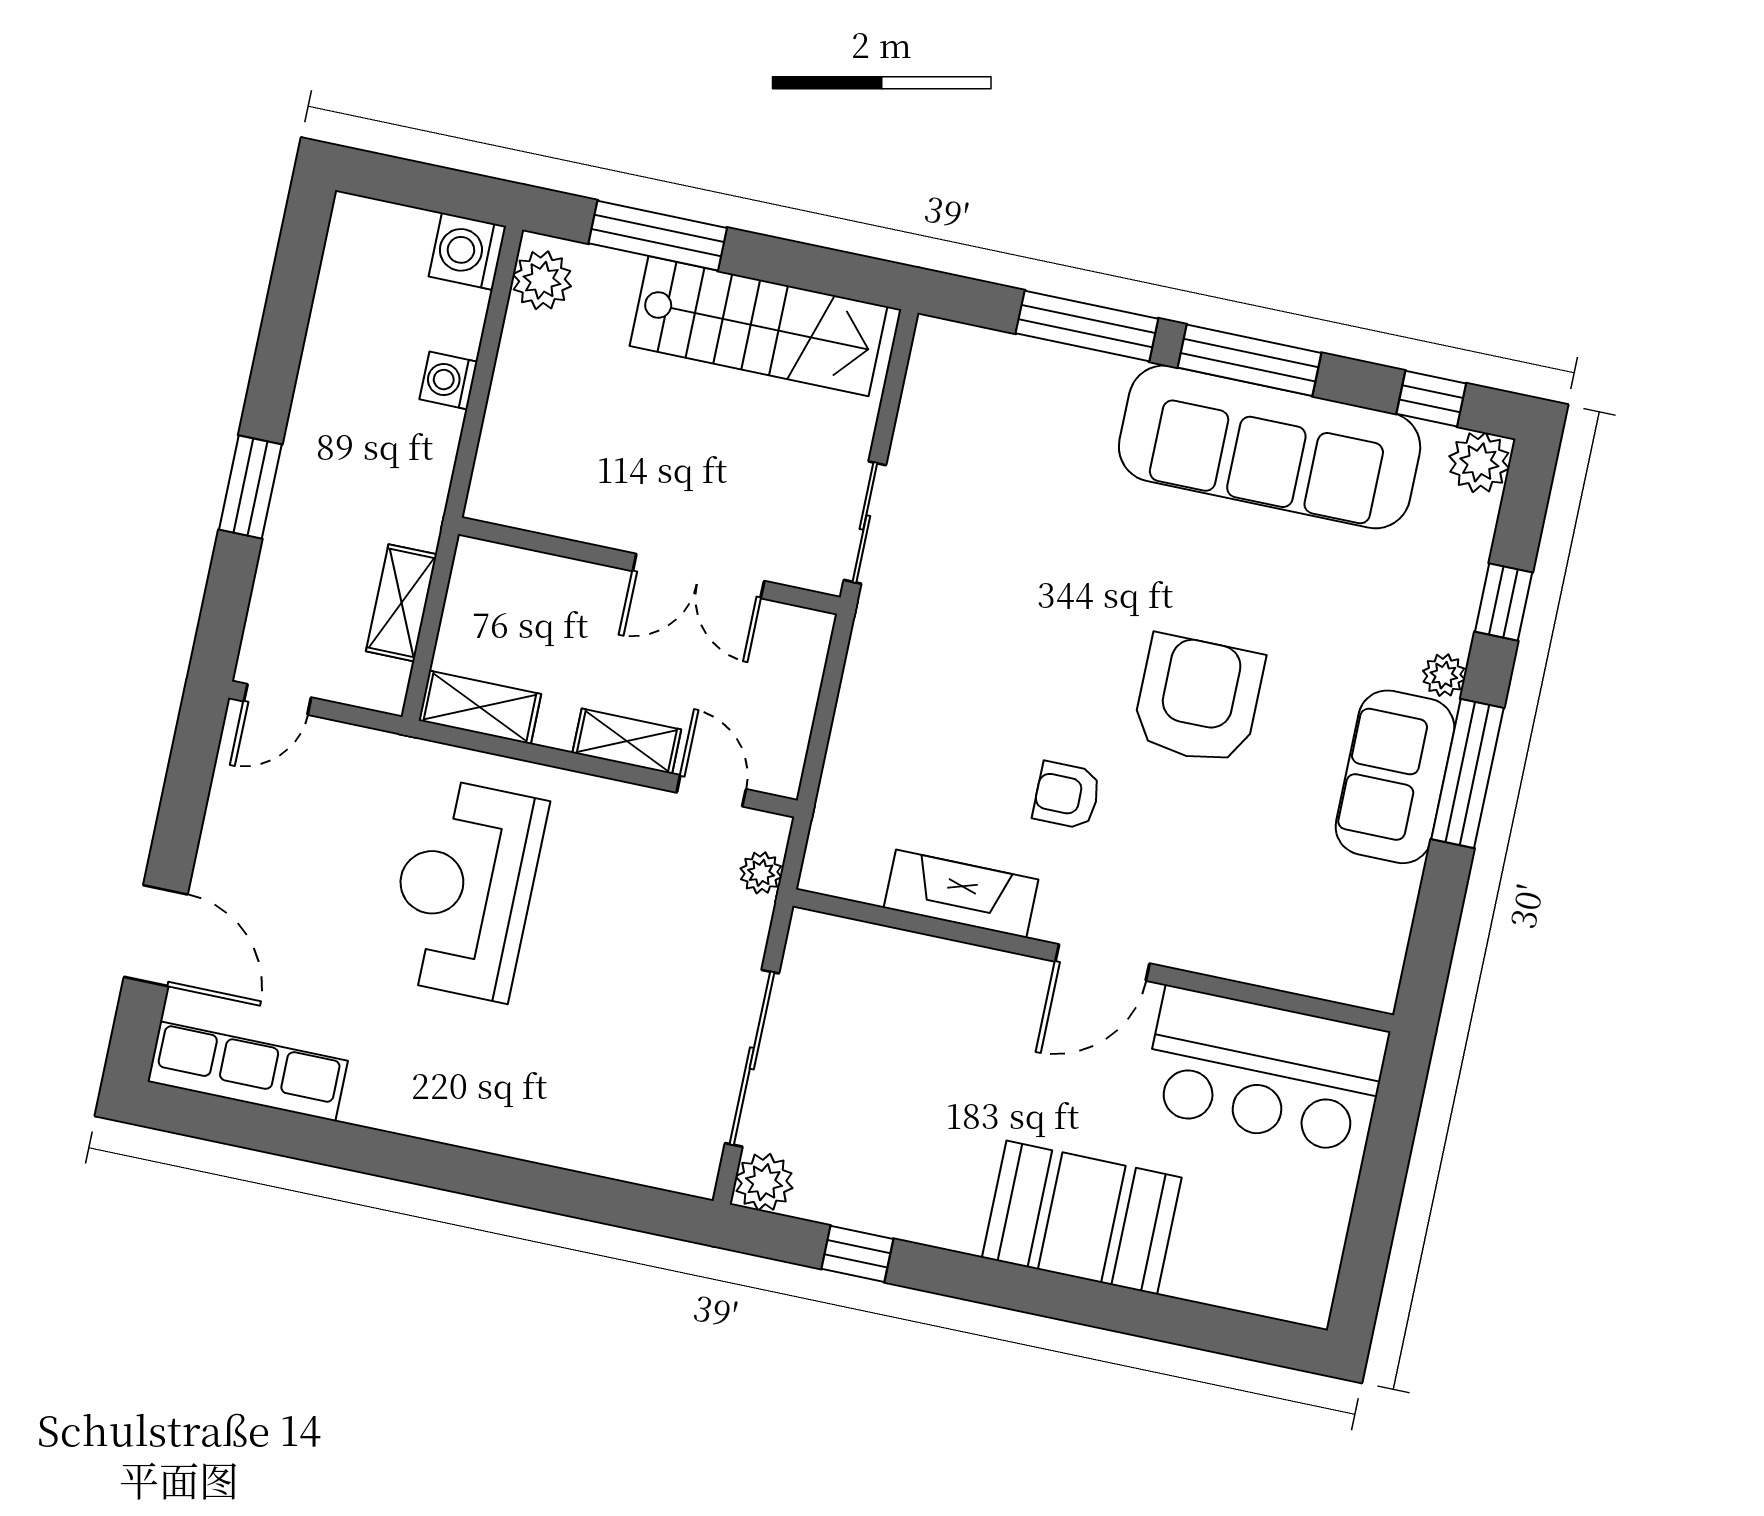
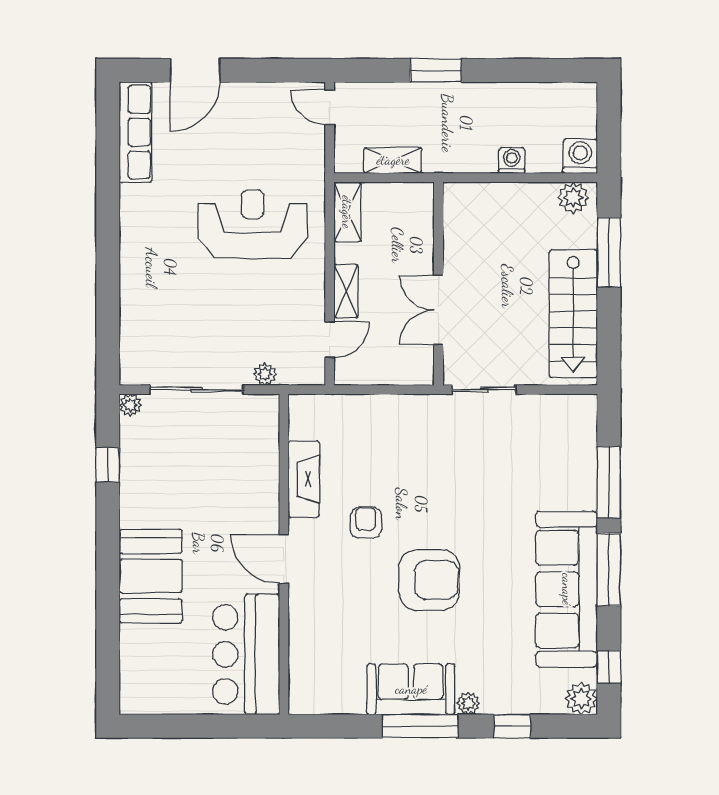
plant: (761, 873) -> (265, 374), moved
plant: (764, 1182) -> (130, 405), width x0.73, depth x0.73

